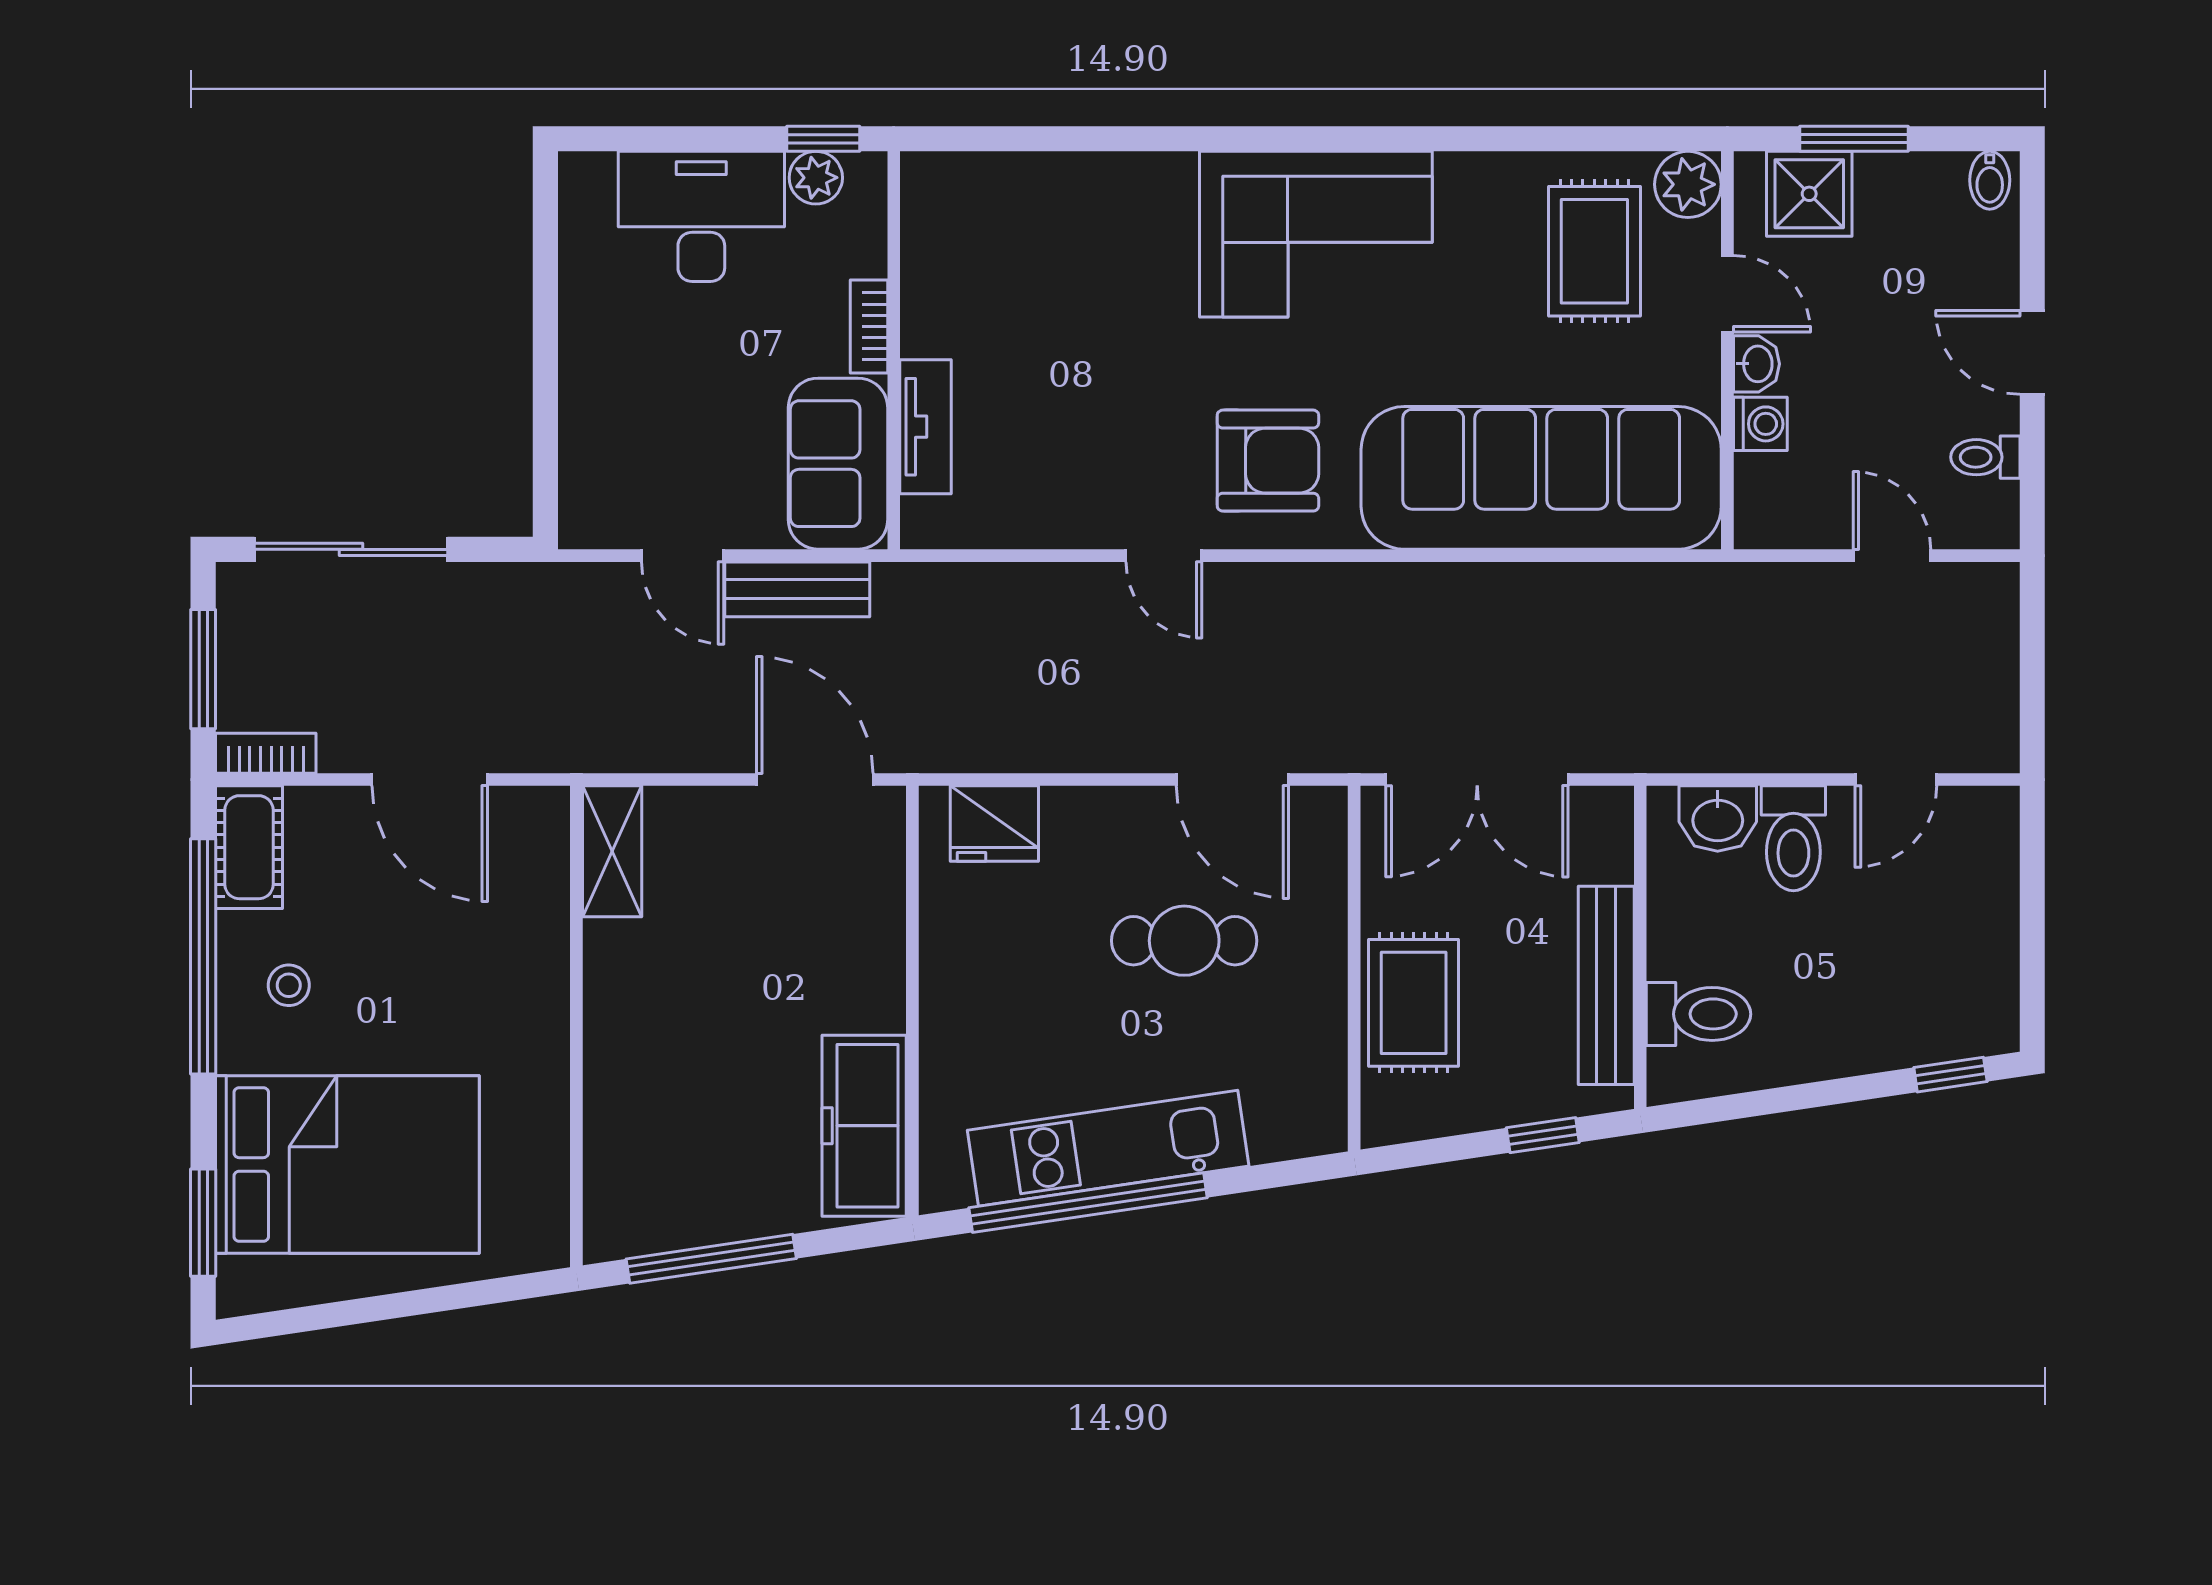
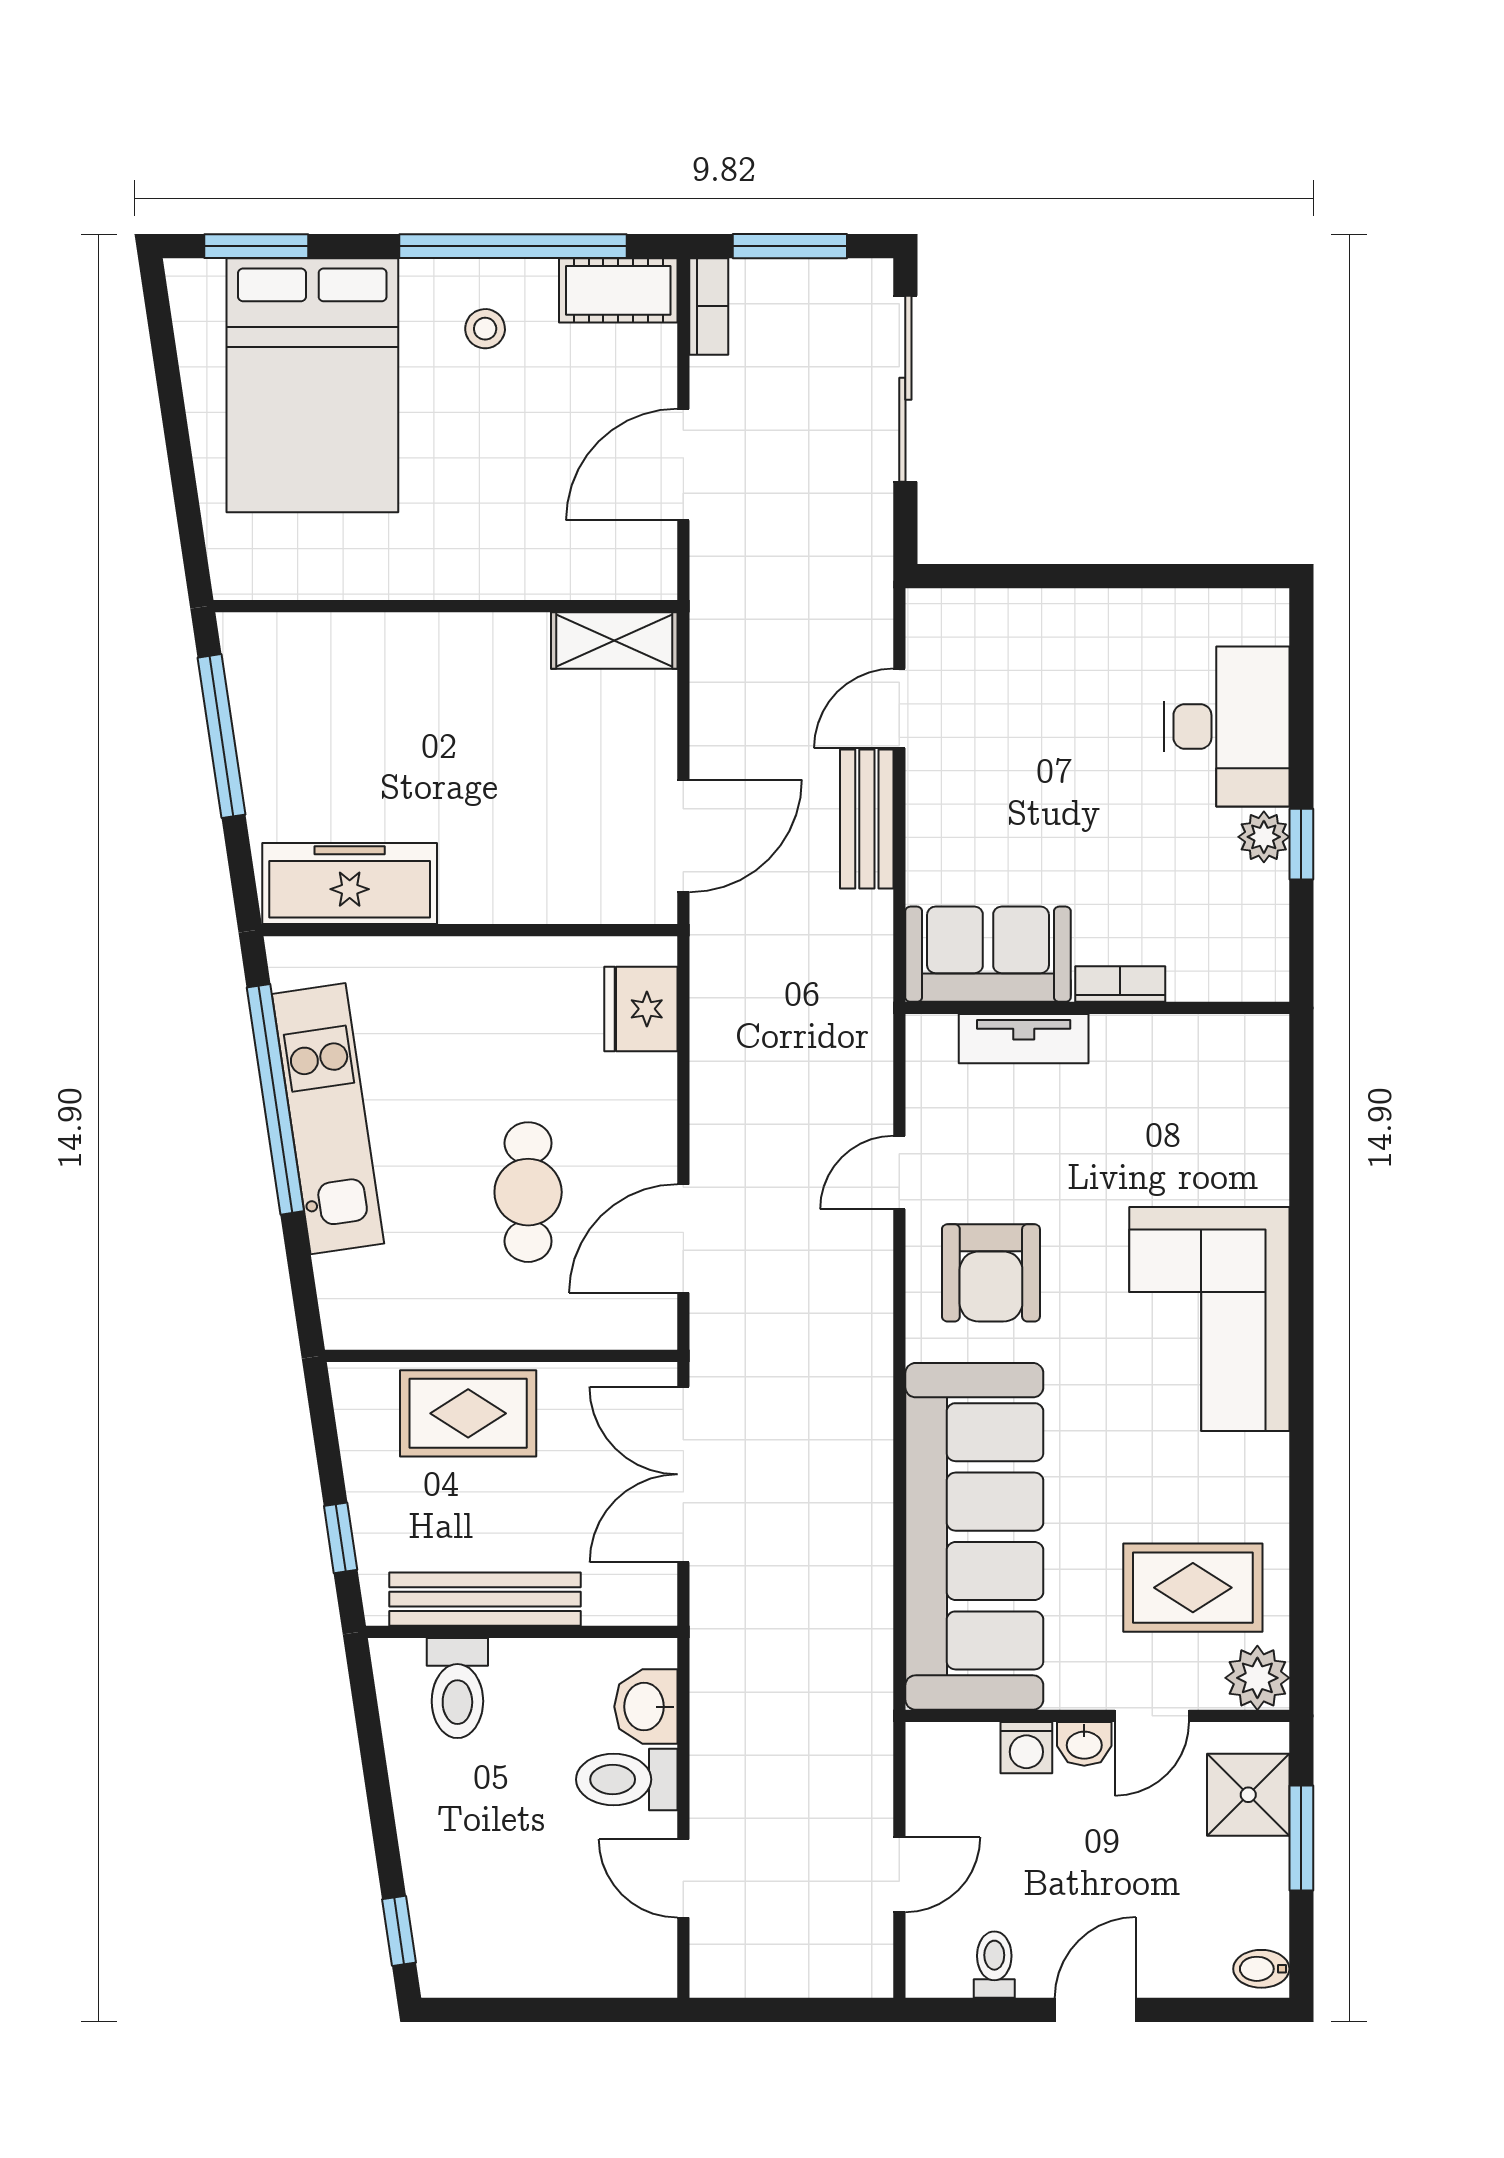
bookcase: (869, 326) -> (1120, 984), moved
wall: (894, 350) -> (1097, 1008), moved
tv unit: (926, 427) -> (1024, 1039), moved
sofa: (838, 464) -> (988, 954), moved

